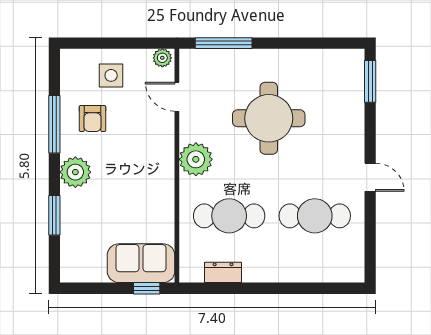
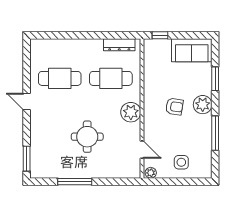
window: (224, 43) -> (75, 182), moved
armchair: (92, 118) -> (174, 107), moved, turned 99
round table: (269, 118) -> (87, 137), width x0.73, depth x0.73
sofa: (141, 263) -> (192, 50), moved
dresser: (223, 272) -> (119, 45), width x1.44

